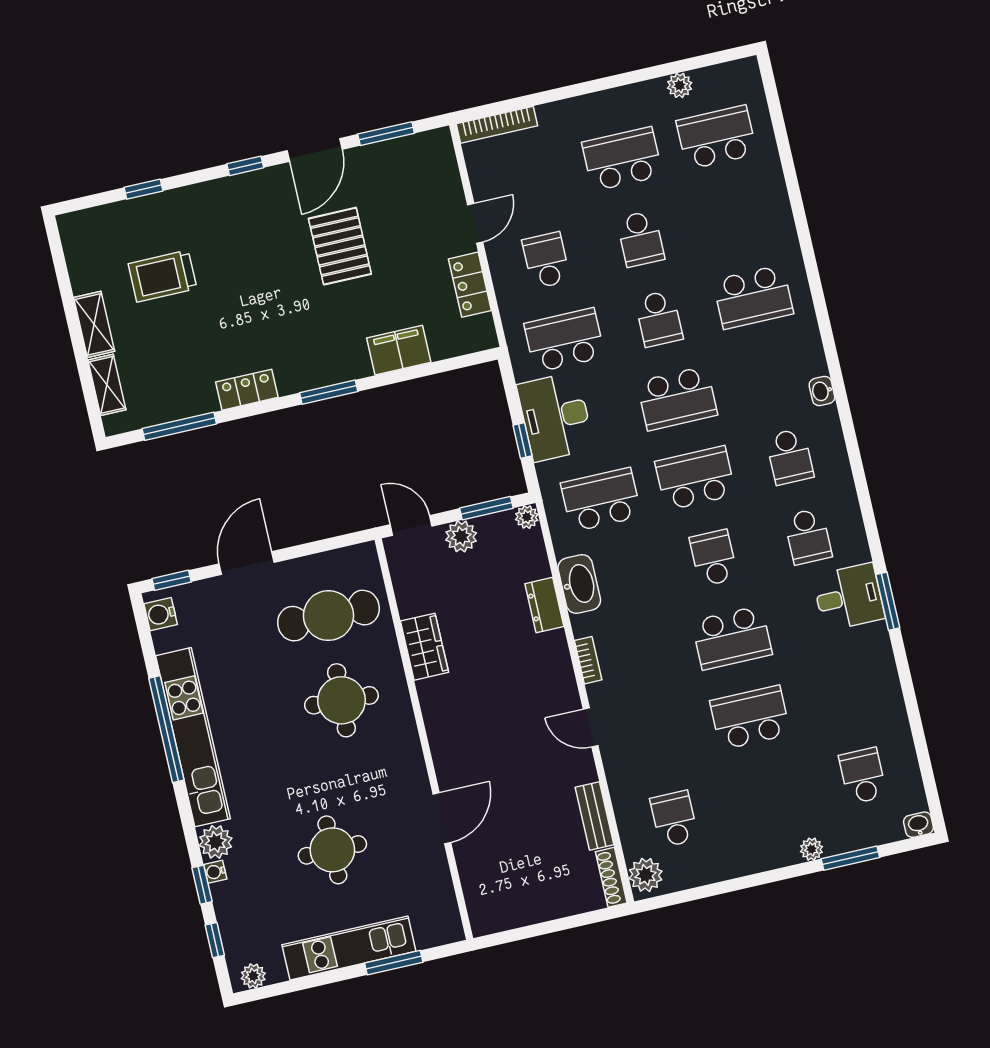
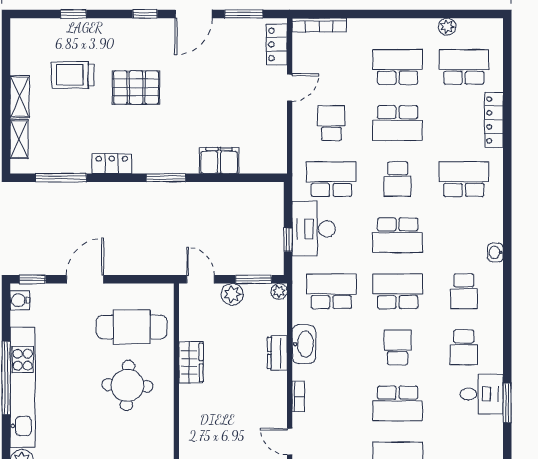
locker: (777, 203) -> (494, 120), added
school desk: (640, 239) -> (398, 123), width x1.85
pallet: (340, 246) -> (136, 87), moved, turned 90
locker: (470, 285) -> (277, 44), moved
school desk: (753, 297) -> (464, 179), turned 180

